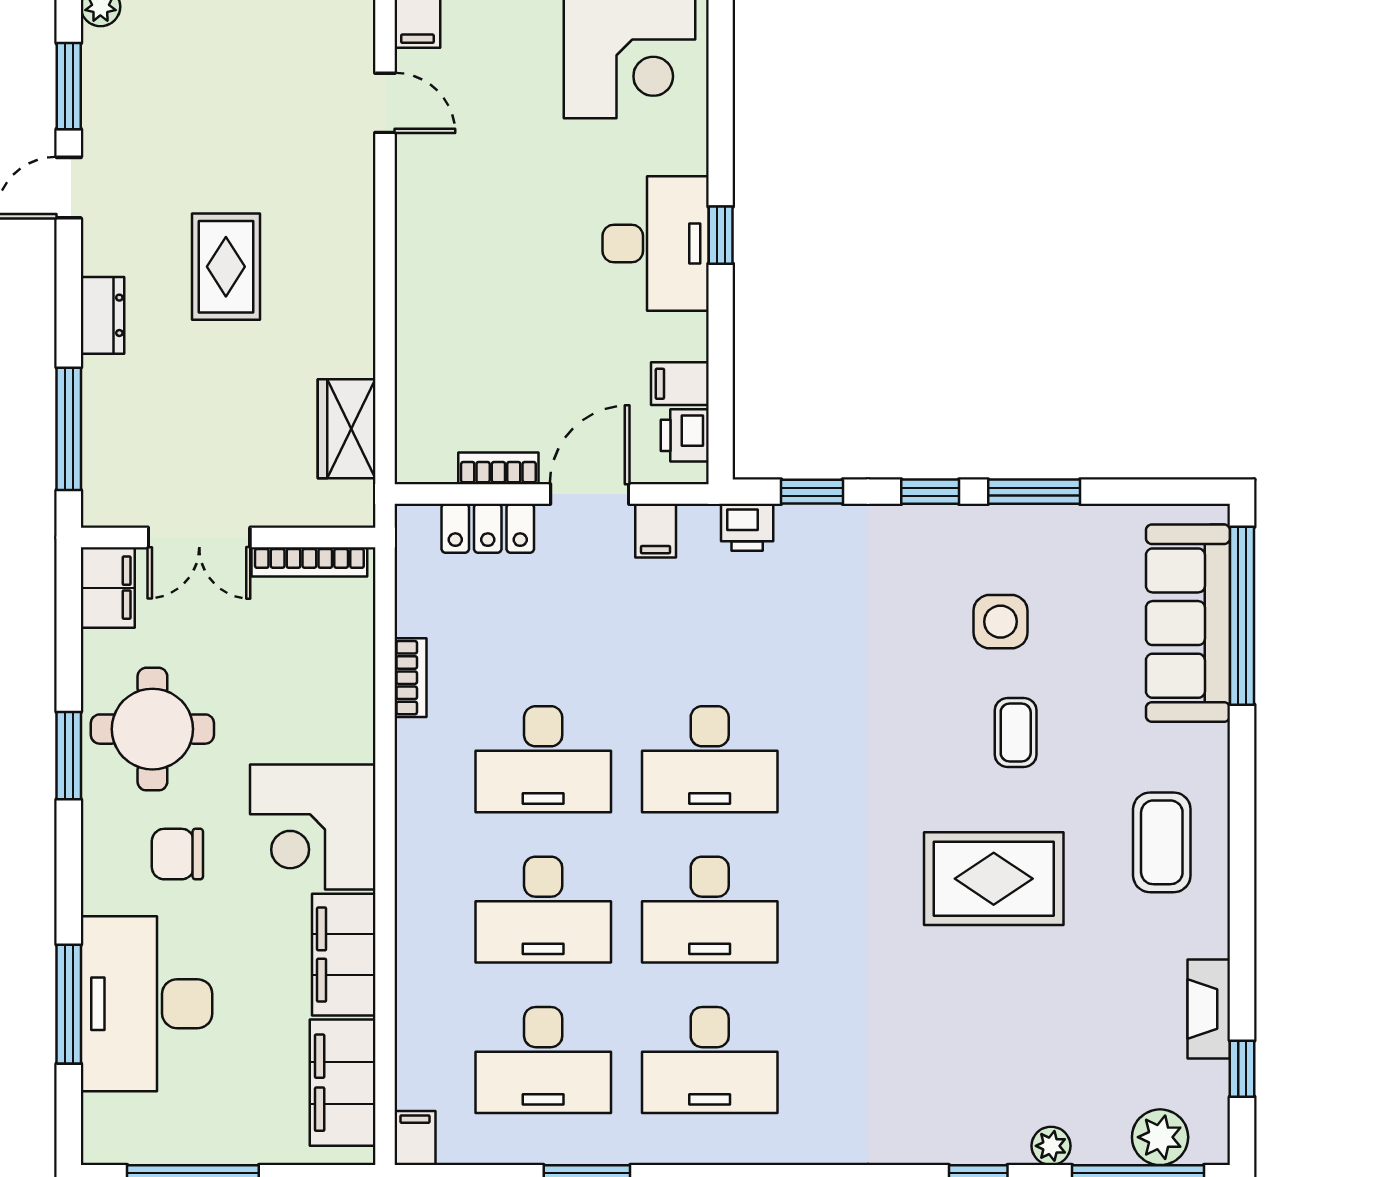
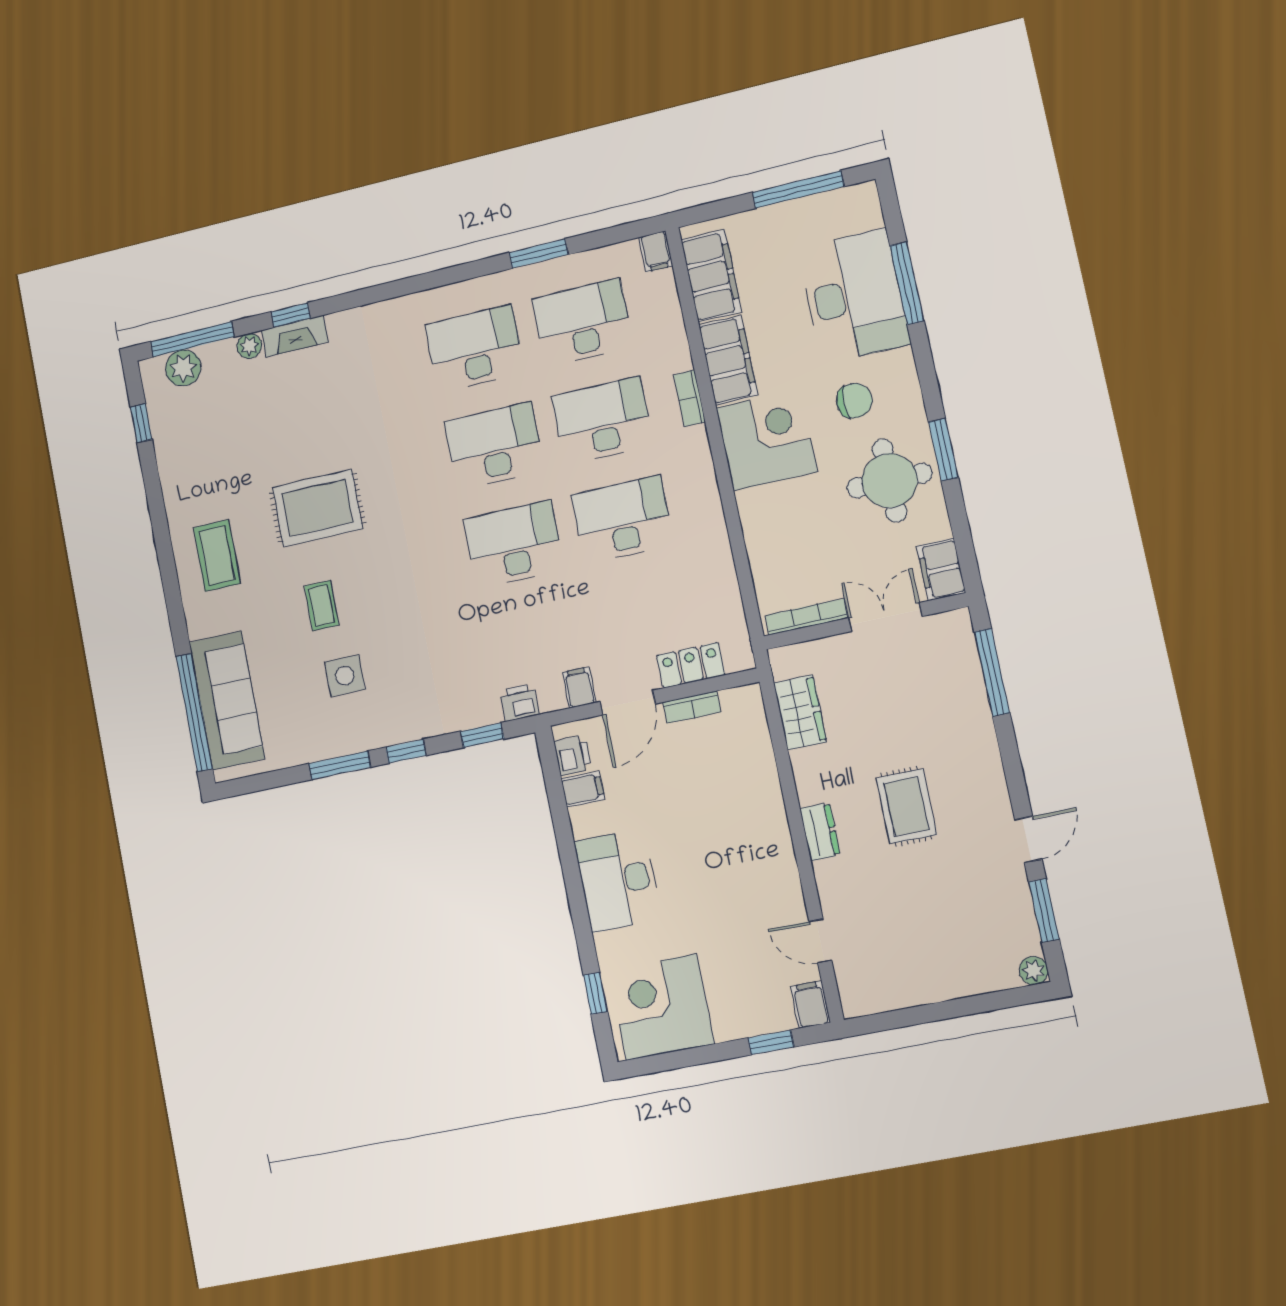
window: (721, 235) -> (595, 993), moved
dresser: (102, 315) -> (820, 832), moved, turned 180
bookcase: (410, 678) -> (690, 398), moved
fireplace: (1209, 1009) -> (295, 336), moved, turned 90

